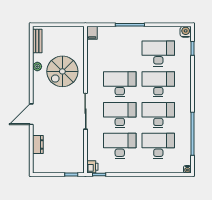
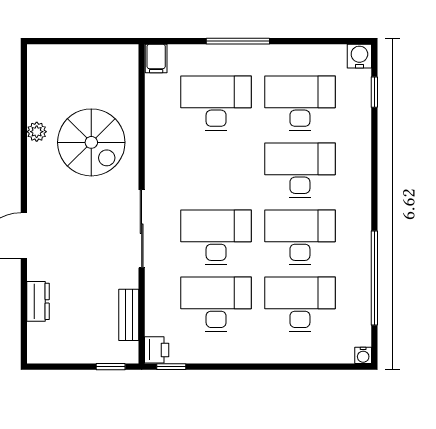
bench: (37, 41) -> (129, 315), moved
spiral stairs: (62, 71) -> (91, 142), turned -90
desk: (120, 84) -> (216, 103), moved

